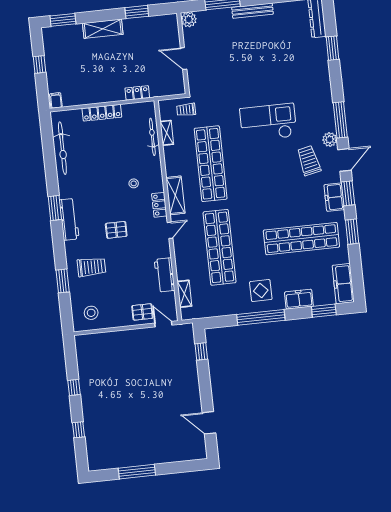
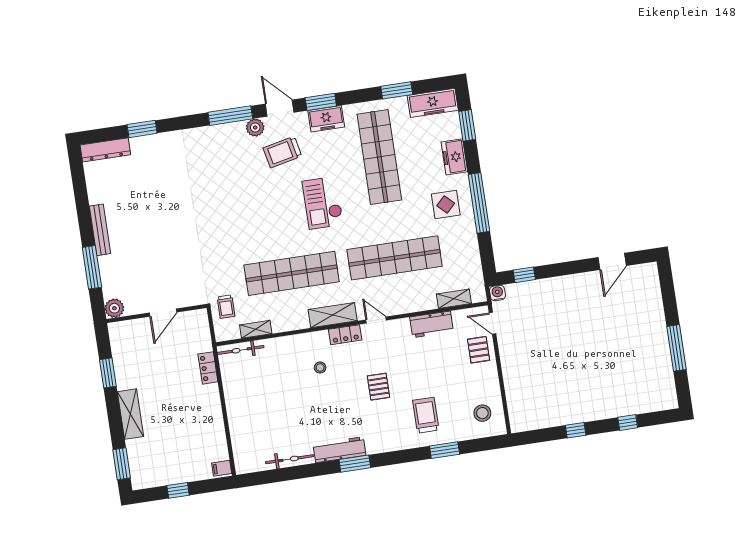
locker: (102, 113) -> (234, 411), removed
checkout: (268, 122) -> (323, 203), moved, width x0.73, depth x0.83
bicycle: (152, 137) -> (241, 350), moved
bicycle: (62, 148) -> (290, 459), width x0.73, depth x0.71
workbench: (69, 219) -> (339, 450), moved
window: (352, 232) -> (397, 90), moved
door: (163, 324) -> (493, 323), hinge flipped
water cooler: (188, 329) -> (497, 293), added

